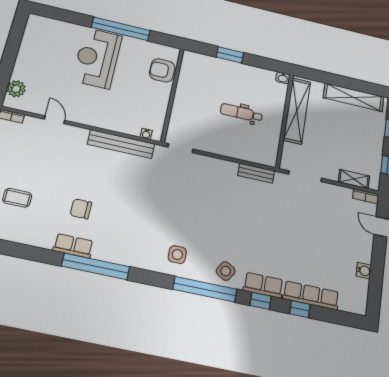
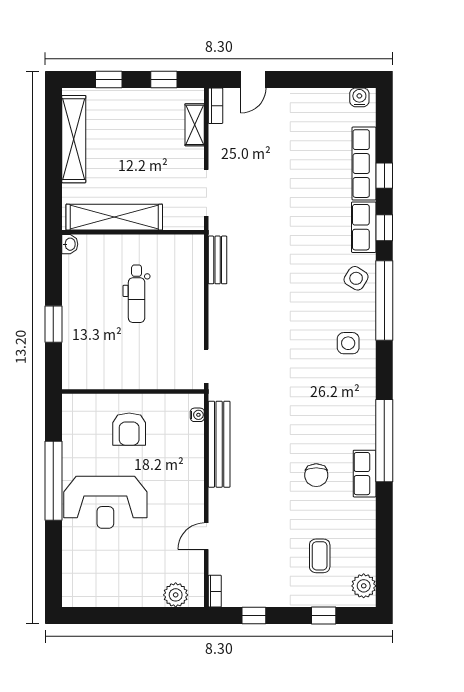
armchair: (162, 70) -> (129, 429), moved
water cooler: (364, 271) -> (359, 97), moved

